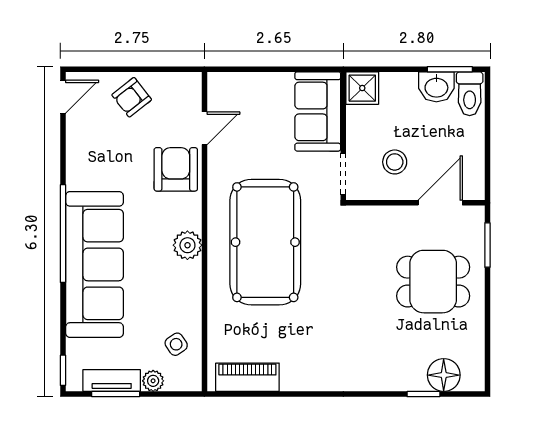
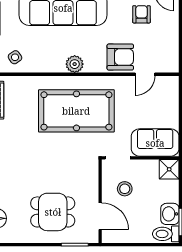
armchair: (132, 97) -> (141, 14), moved, turned 38
door: (204, 128) -> (145, 74), hinge flipped
dining table: (433, 282) -> (53, 212), turned 90

